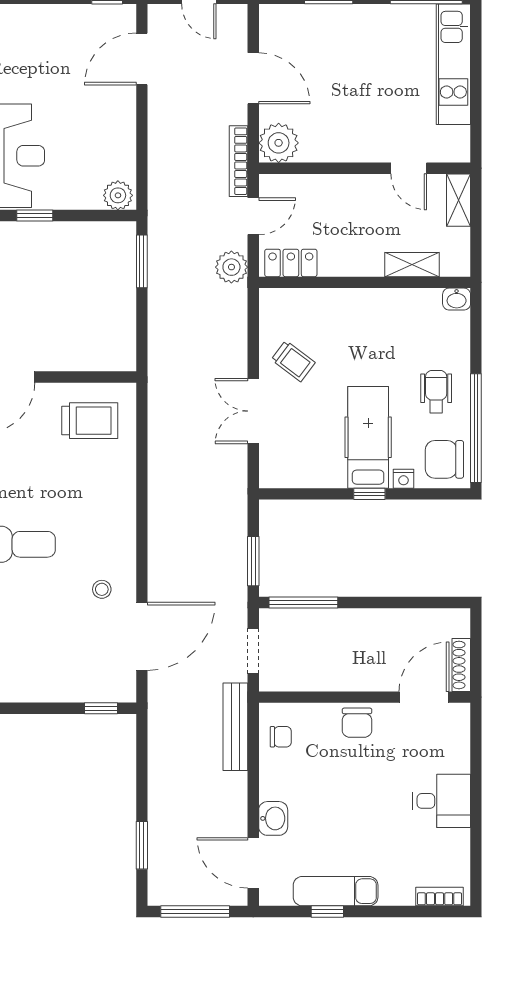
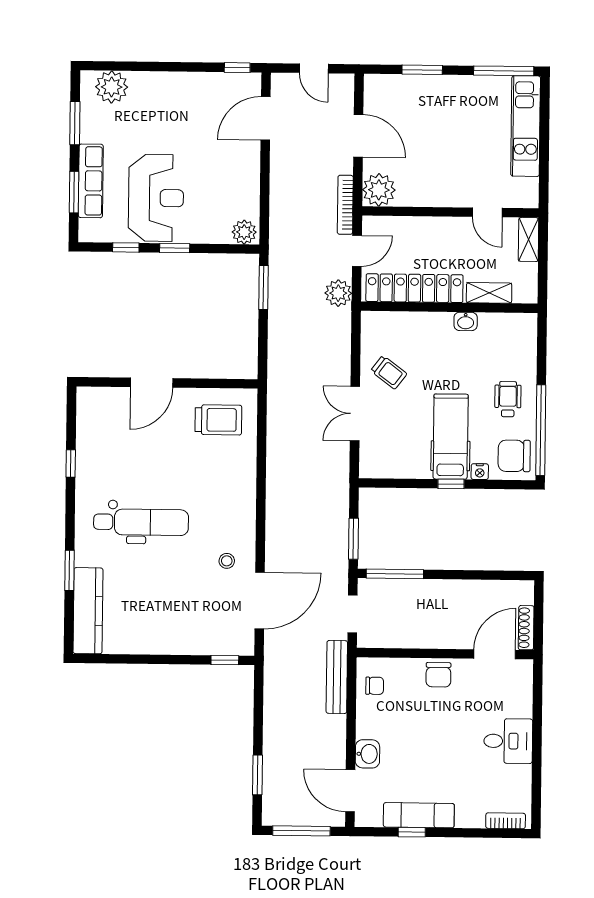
locker: (291, 263) -> (414, 288), width x2.16, depth x1.21
washbasin: (457, 299) -> (466, 321), moved

